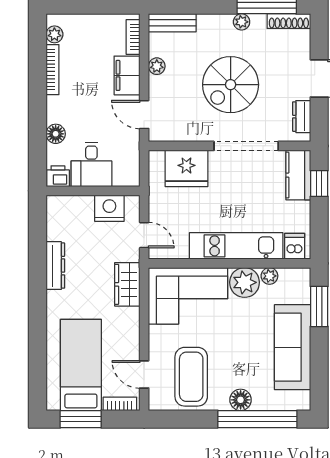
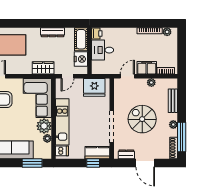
bench: (172, 23) -> (173, 101), moved
floor lamp: (56, 134) -> (118, 32), removed
fridge: (186, 168) -> (94, 87), moved, turned -90
cot: (70, 208) -> (81, 39), added

